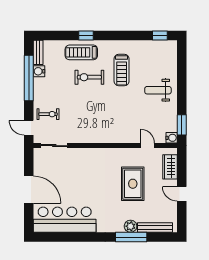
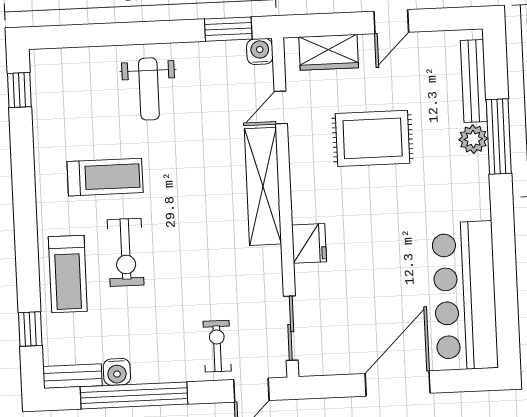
window: (86, 36) -> (30, 329), moved
shelving: (115, 136) -> (263, 186), added
fridge: (90, 155) -> (309, 243), added

